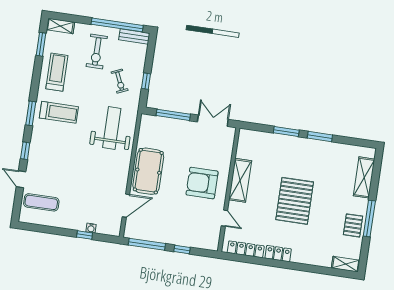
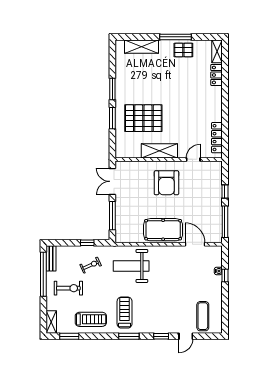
treadmill: (57, 72) -> (91, 319), turned 180
pallet: (295, 201) -> (143, 118), moved
locker: (278, 254) -> (217, 75), moved

